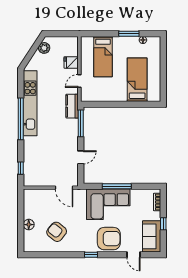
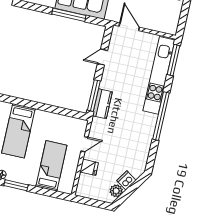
dishwasher: (37, 59) -> (126, 180), added
kitchen unit: (30, 103) -> (159, 75), moved
kitchen counter: (72, 106) -> (102, 104), moved
window: (21, 168) -> (174, 60), width x2.17

